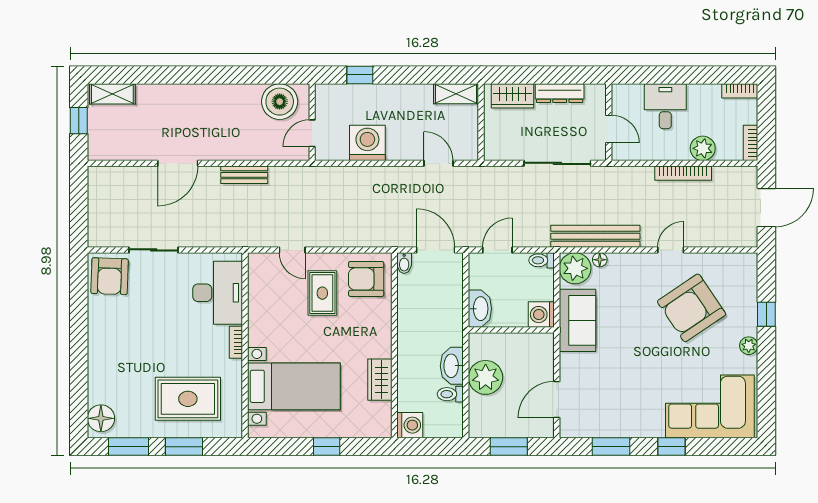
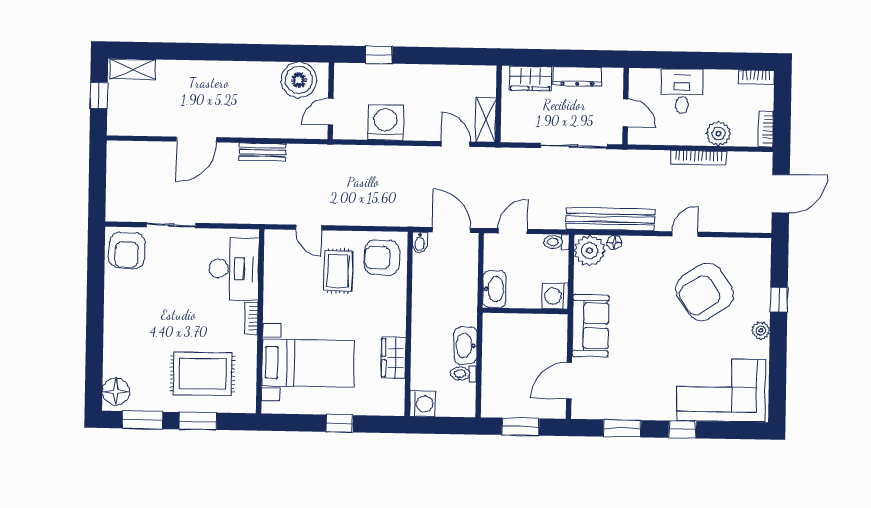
shelving: (456, 94) -> (486, 120), moved, turned 90
sofa: (577, 320) -> (591, 326), moved
plant: (486, 377) -> (499, 358), removed

